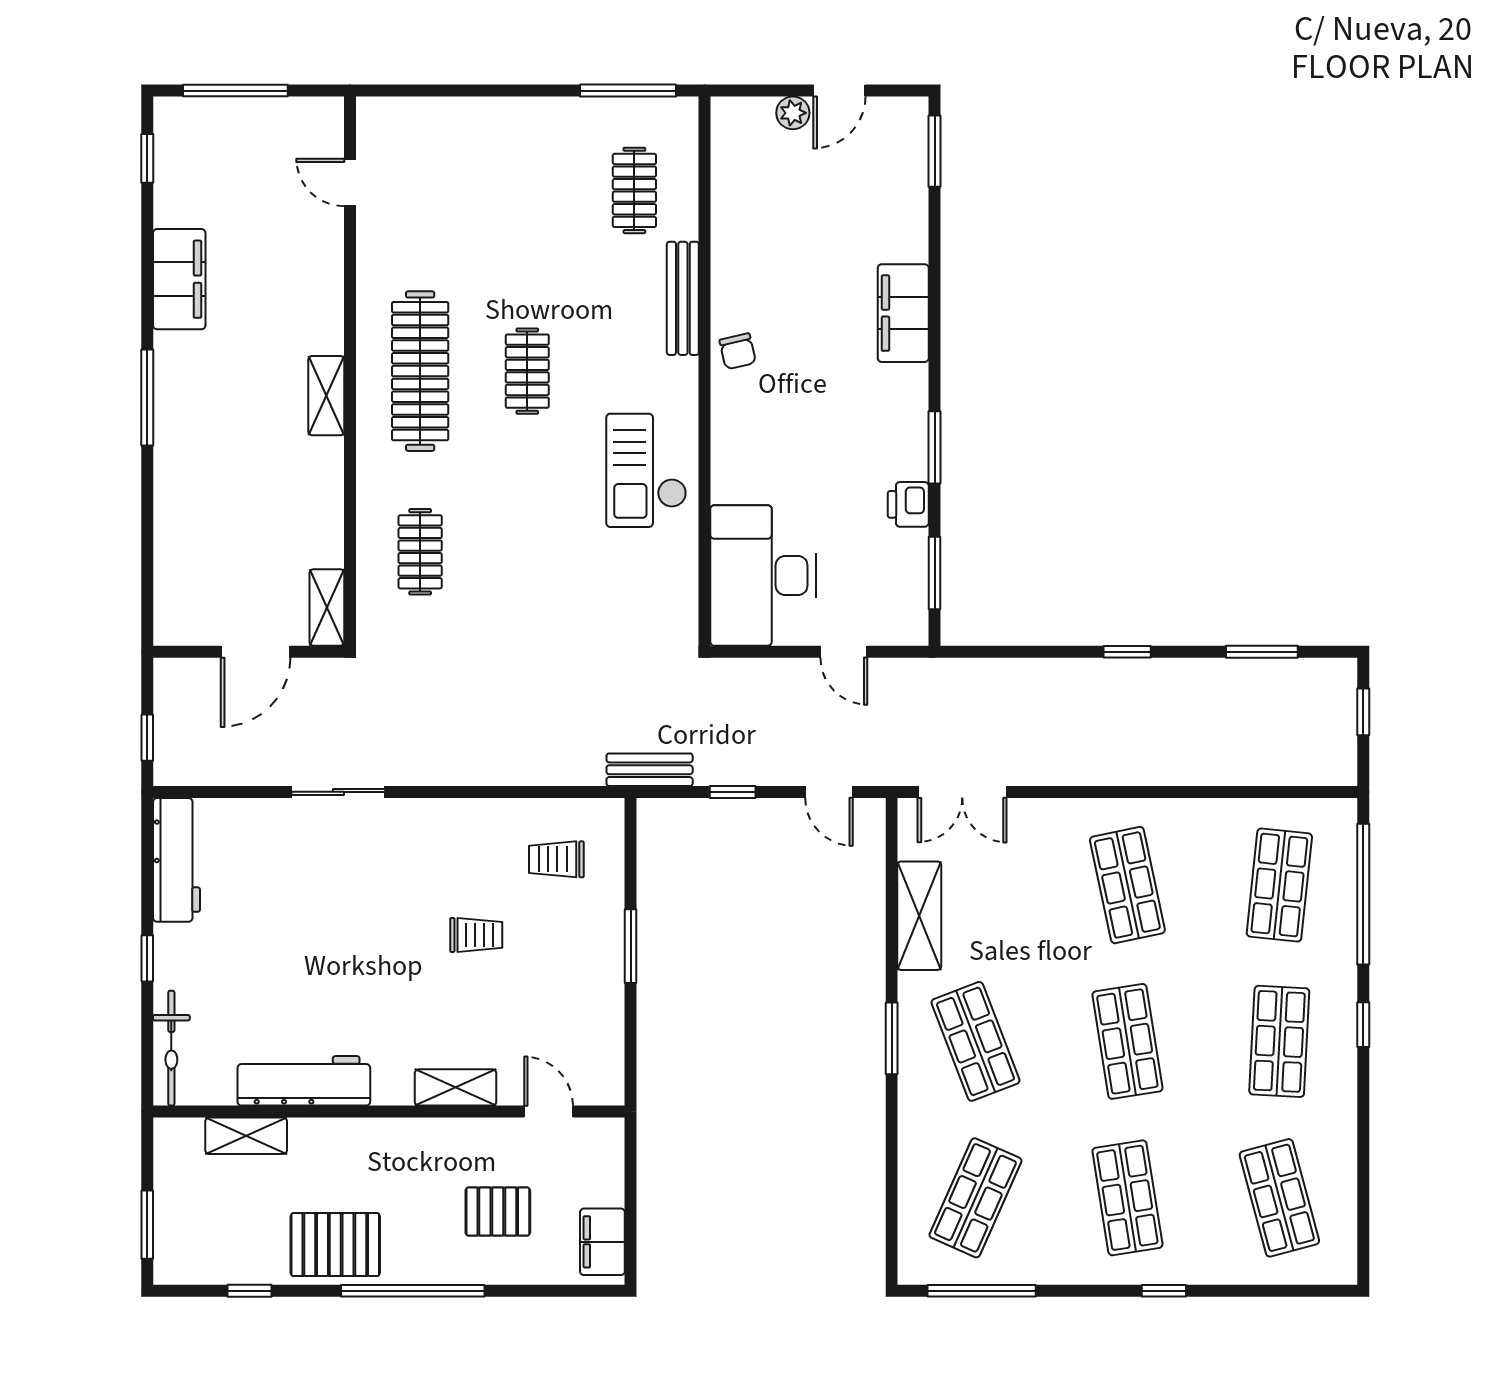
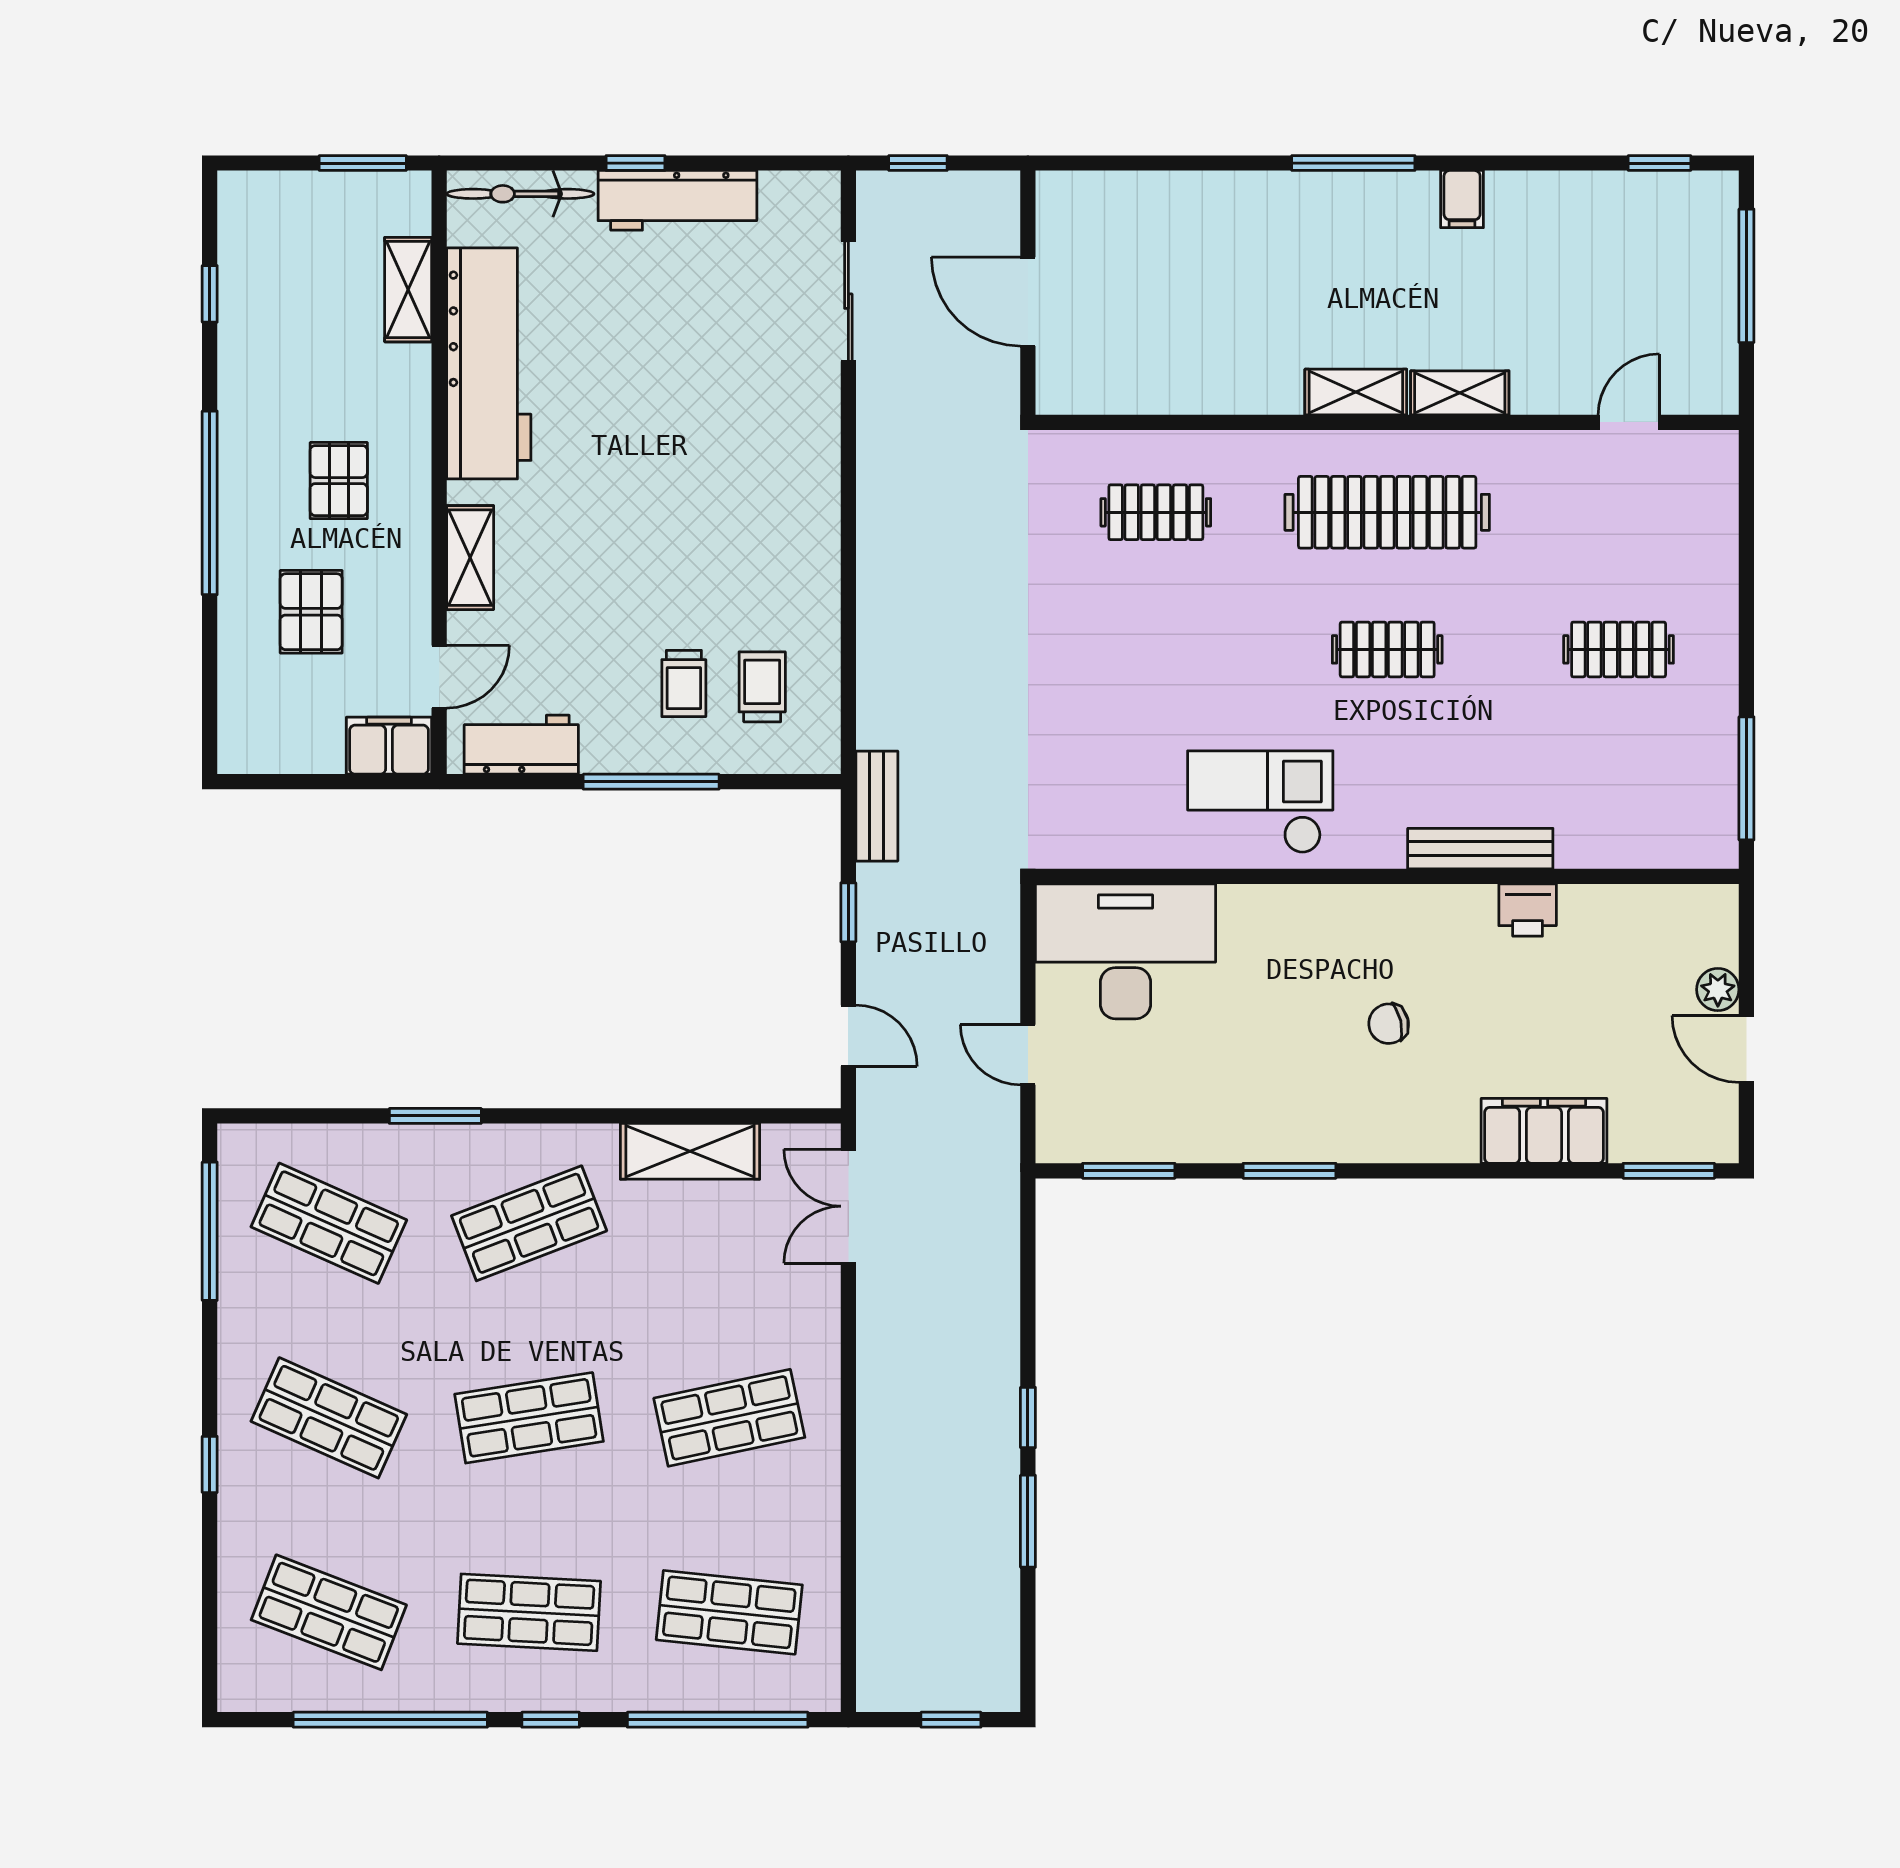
clothes rail: (634, 190) -> (1619, 649), moved
filing cabinet: (179, 279) -> (1462, 199), width x0.33, depth x0.86
filing cabinet: (903, 313) -> (1544, 1131), moved
chair: (738, 351) -> (1389, 1024), moved
printer: (908, 504) -> (1528, 910), moved, turned 180
shelving: (327, 608) -> (1460, 393), moved
door: (844, 652) -> (1028, 1055), hinge flipped
window: (1262, 652) -> (1028, 1521), moved
sliding door: (338, 792) -> (848, 301), moved
door: (829, 792) -> (848, 1036), swing flipped
workbench: (176, 860) -> (677, 200), moved
trolley: (476, 935) -> (684, 683), moved
window: (631, 946) -> (651, 782), width x1.44
window: (892, 1038) -> (435, 1116), moved
workbench: (602, 1047) -> (521, 745), added
workbench: (304, 1081) -> (489, 363), width x1.36, depth x1.32
window: (1363, 1150) -> (390, 1720), added
shop shelf: (1127, 1198) -> (329, 1418), turned 33
shop shelf: (1279, 1198) -> (329, 1612), turned 36
window: (147, 1225) -> (363, 163), moved
filing cabinet: (602, 1242) -> (389, 746), moved
pallet: (335, 1245) -> (339, 481), moved, width x0.67, depth x0.71

